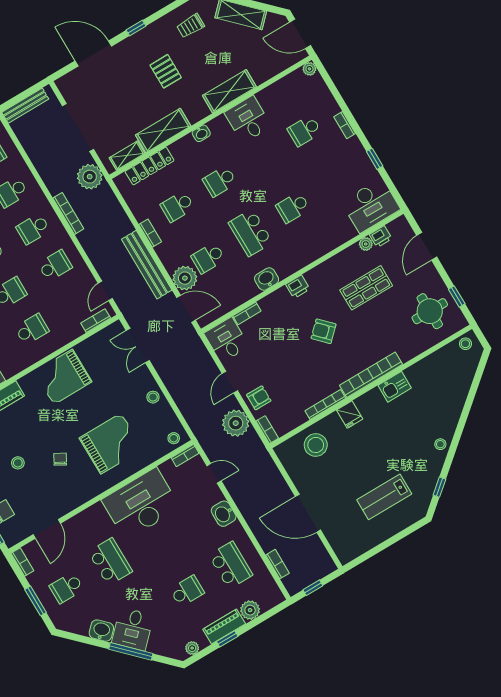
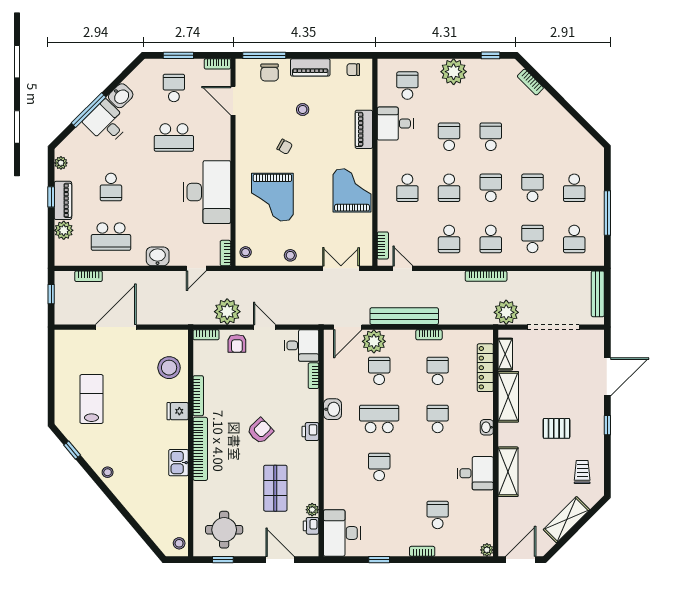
school desk: (33, 229) -> (491, 239), turned 180

